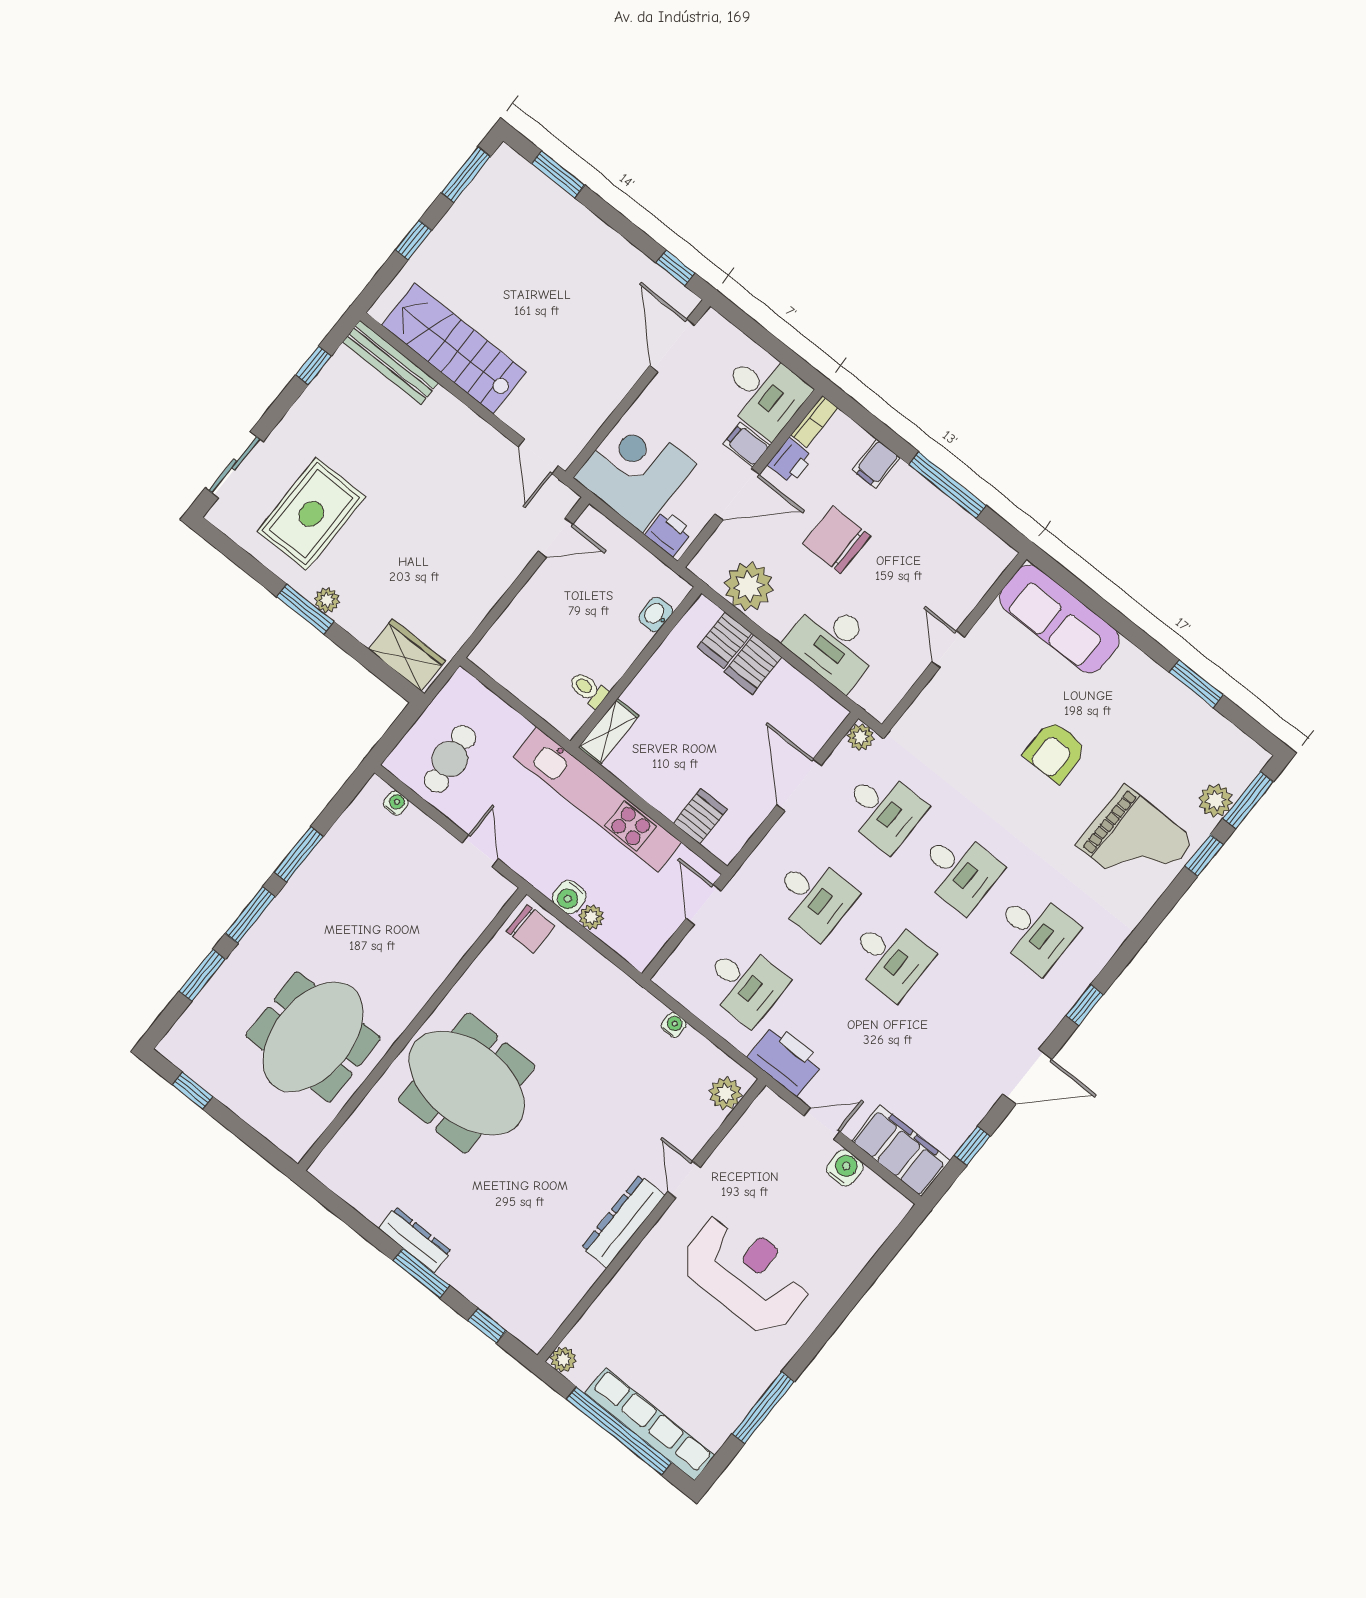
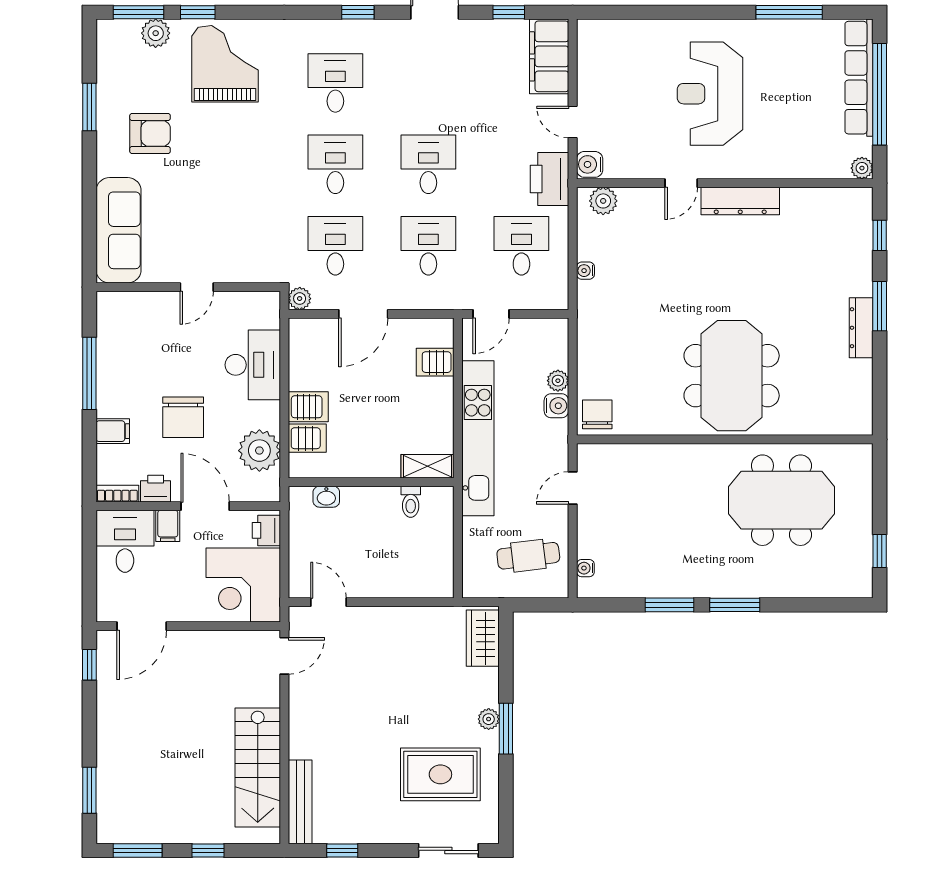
armchair: (1055, 751) -> (150, 133), moved
window: (202, 975) -> (799, 605), removed
water cooler: (845, 1168) -> (590, 164), moved

